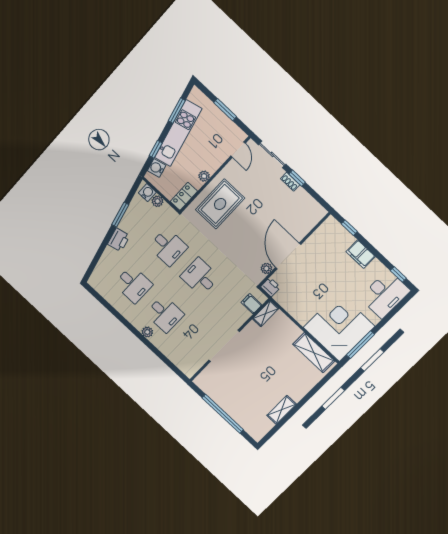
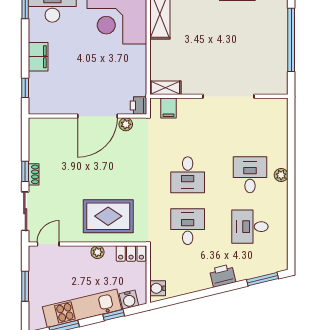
plant: (158, 201) -> (157, 273), removed
window: (120, 215) -> (262, 279), moved
desk: (133, 284) -> (250, 227), turned -90

